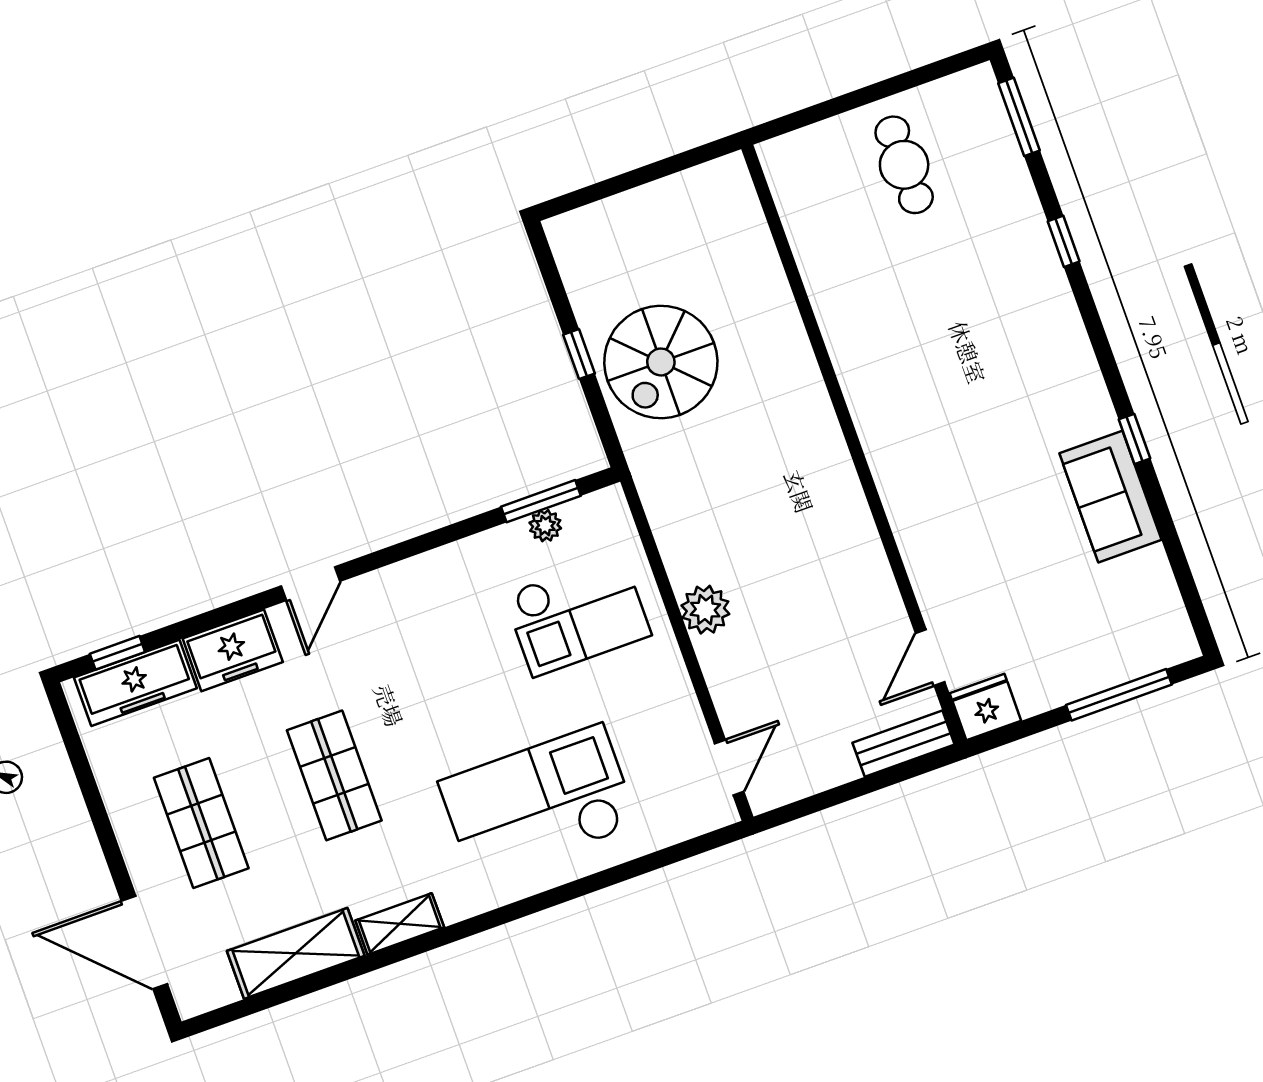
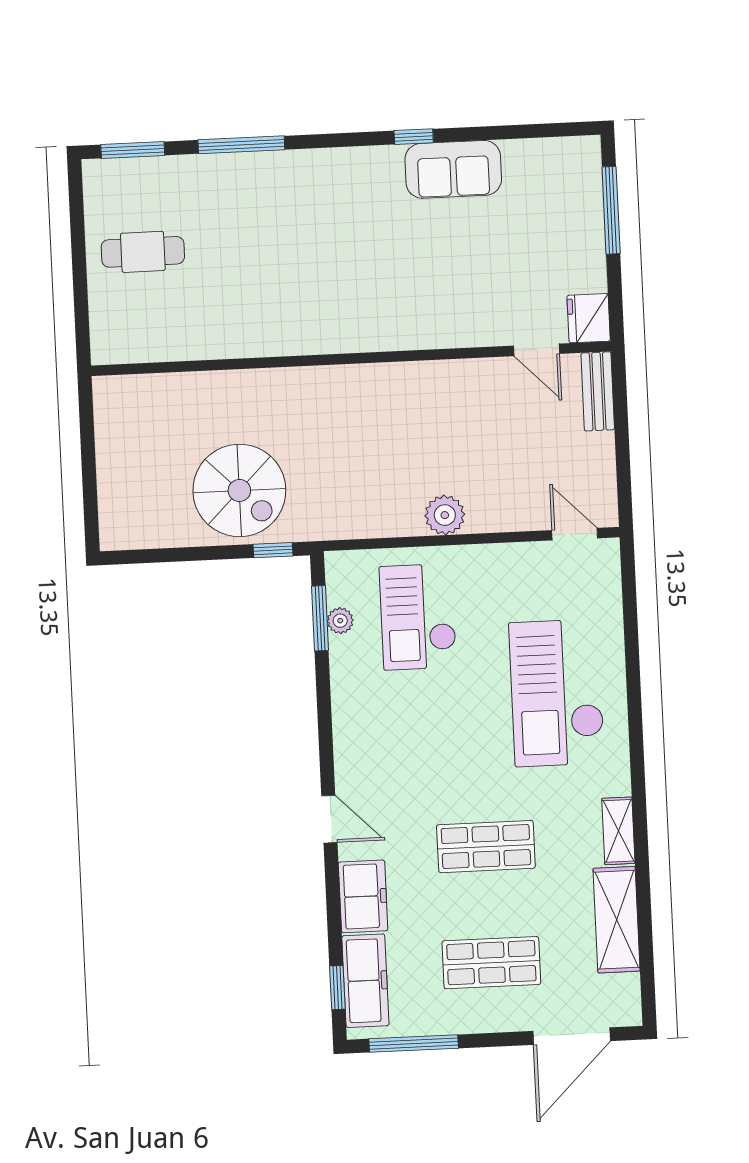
window: (1064, 241) -> (241, 145), width x2.17
window: (579, 354) -> (273, 550), moved
checkout: (577, 615) -> (418, 617), turned 180
window: (79, 761) -> (414, 1044), added

